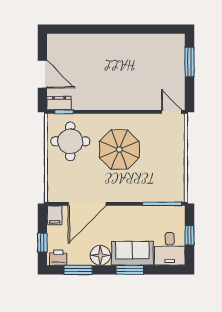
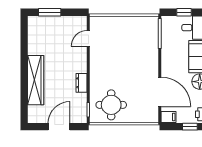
wardrobe: (102, 44) -> (36, 80), added
dresser: (59, 103) -> (82, 83), moved
door: (172, 112) -> (88, 39), moved
parasol: (119, 150) -> (118, 67), removed

